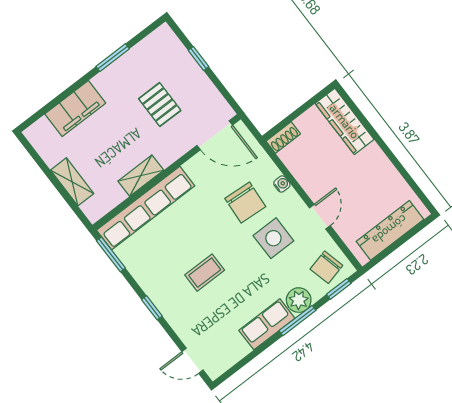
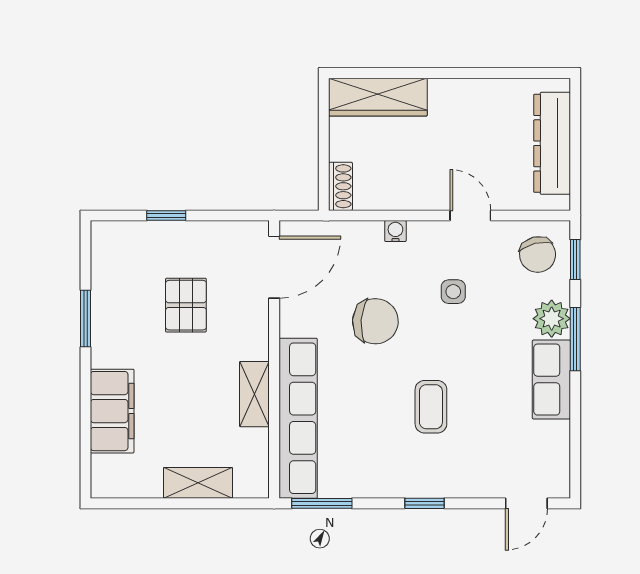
pallet: (160, 105) -> (186, 305), turned 90
chair: (245, 202) -> (375, 321), moved
side table: (273, 238) -> (453, 292), width x0.54, depth x0.54

